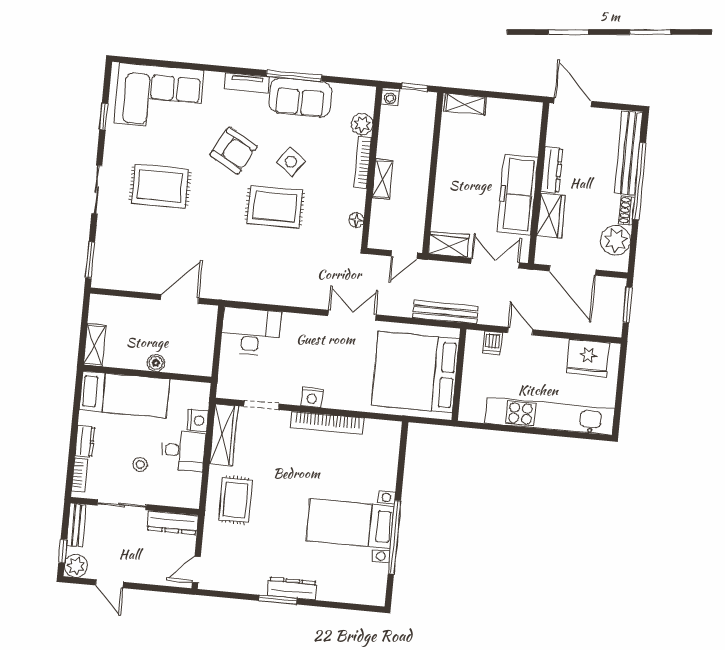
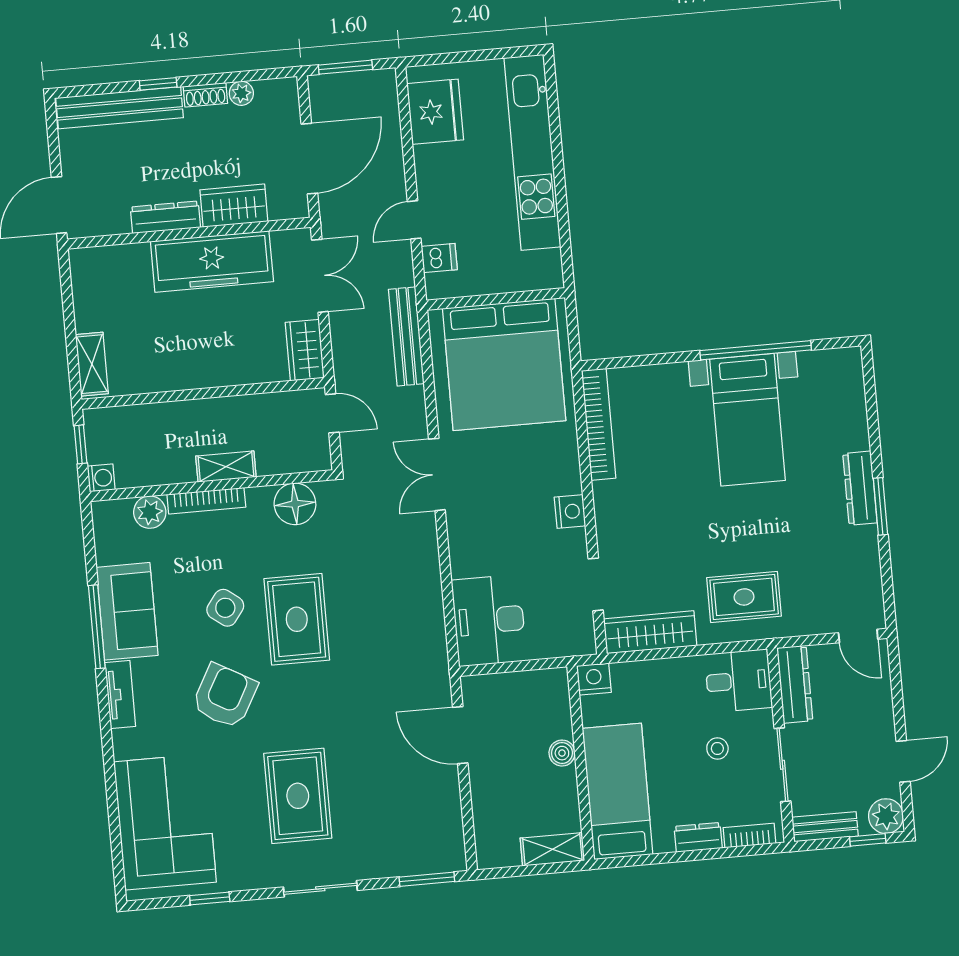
window: (639, 181) -> (158, 84), width x0.32
floor lamp: (356, 220) -> (295, 504), width x1.89, depth x1.89
plant: (616, 240) -> (241, 93), width x0.53, depth x0.53
double door: (495, 263) -> (320, 276), swing flipped
nightstand: (198, 420) -> (594, 679), moved
bookcase: (327, 423) -> (599, 424), moved
desk: (183, 451) -> (738, 681), moved, turned 90

